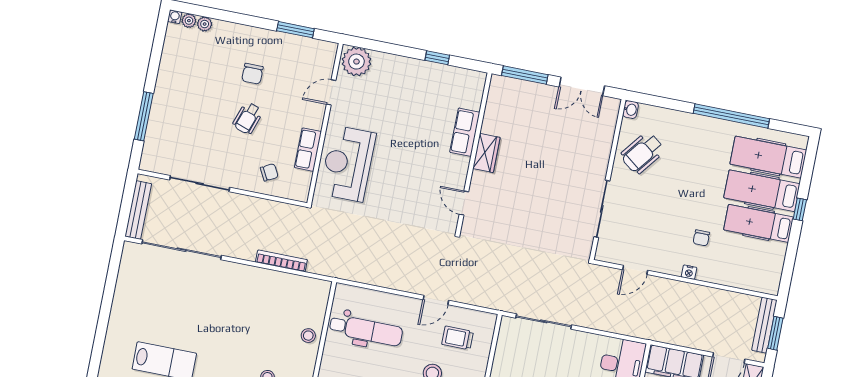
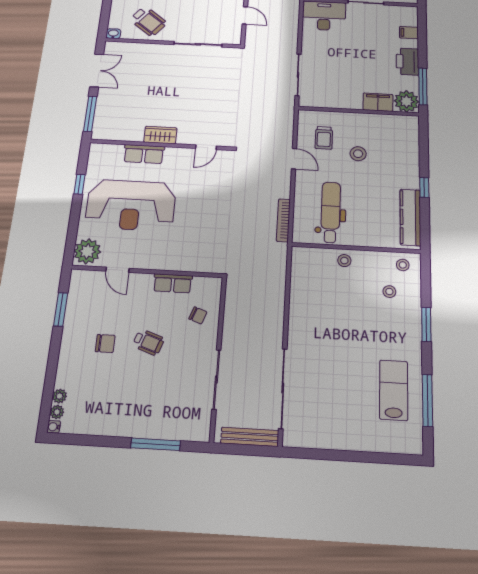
reception desk: (348, 164) -> (131, 205), moved, width x1.36, depth x1.30
chair: (269, 172) -> (198, 315), turned 138
bookcase: (281, 261) -> (283, 220), moved

